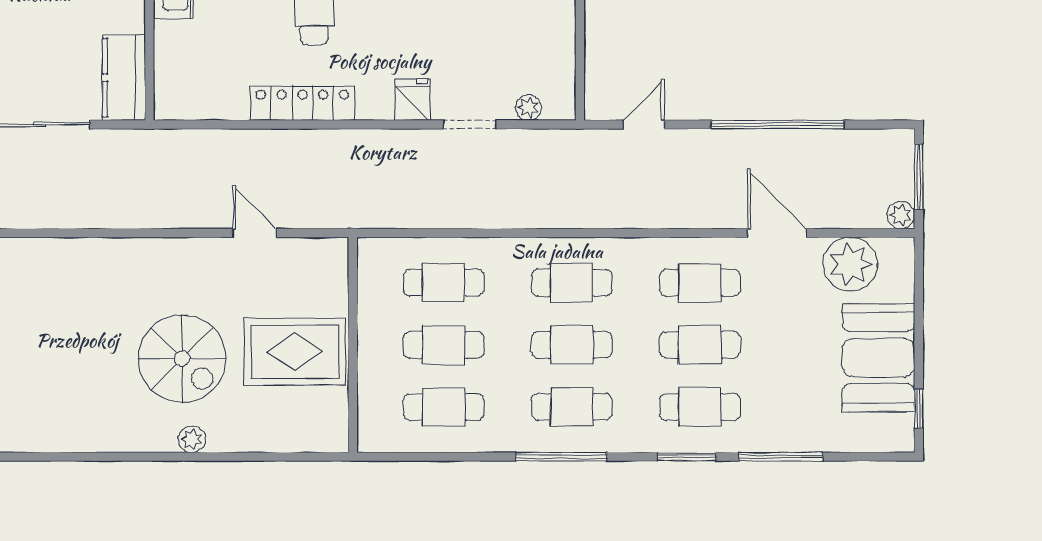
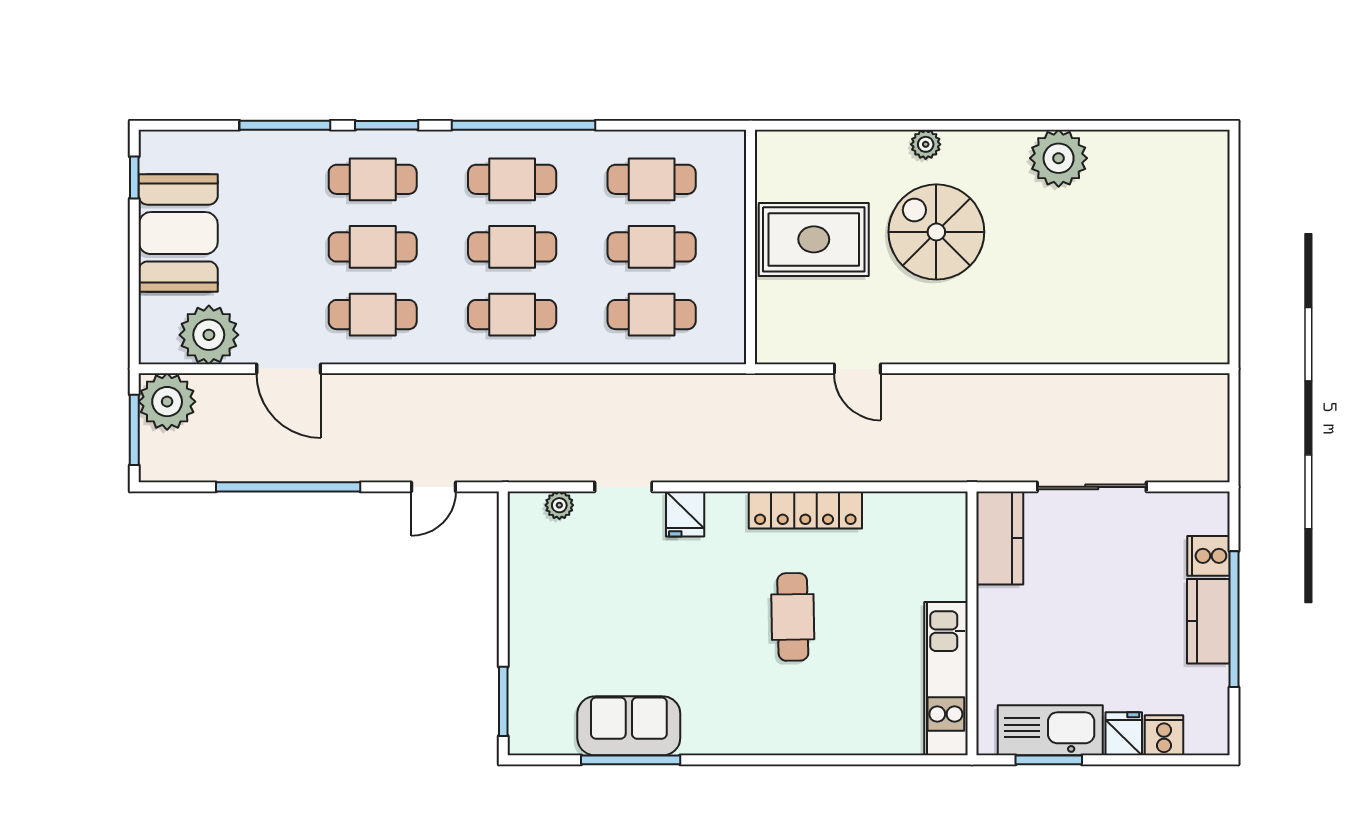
plant: (901, 215) -> (167, 402), width x1.87, depth x1.87
plant: (70, 426) -> (1059, 158), added
window: (561, 457) -> (523, 125), width x1.46

